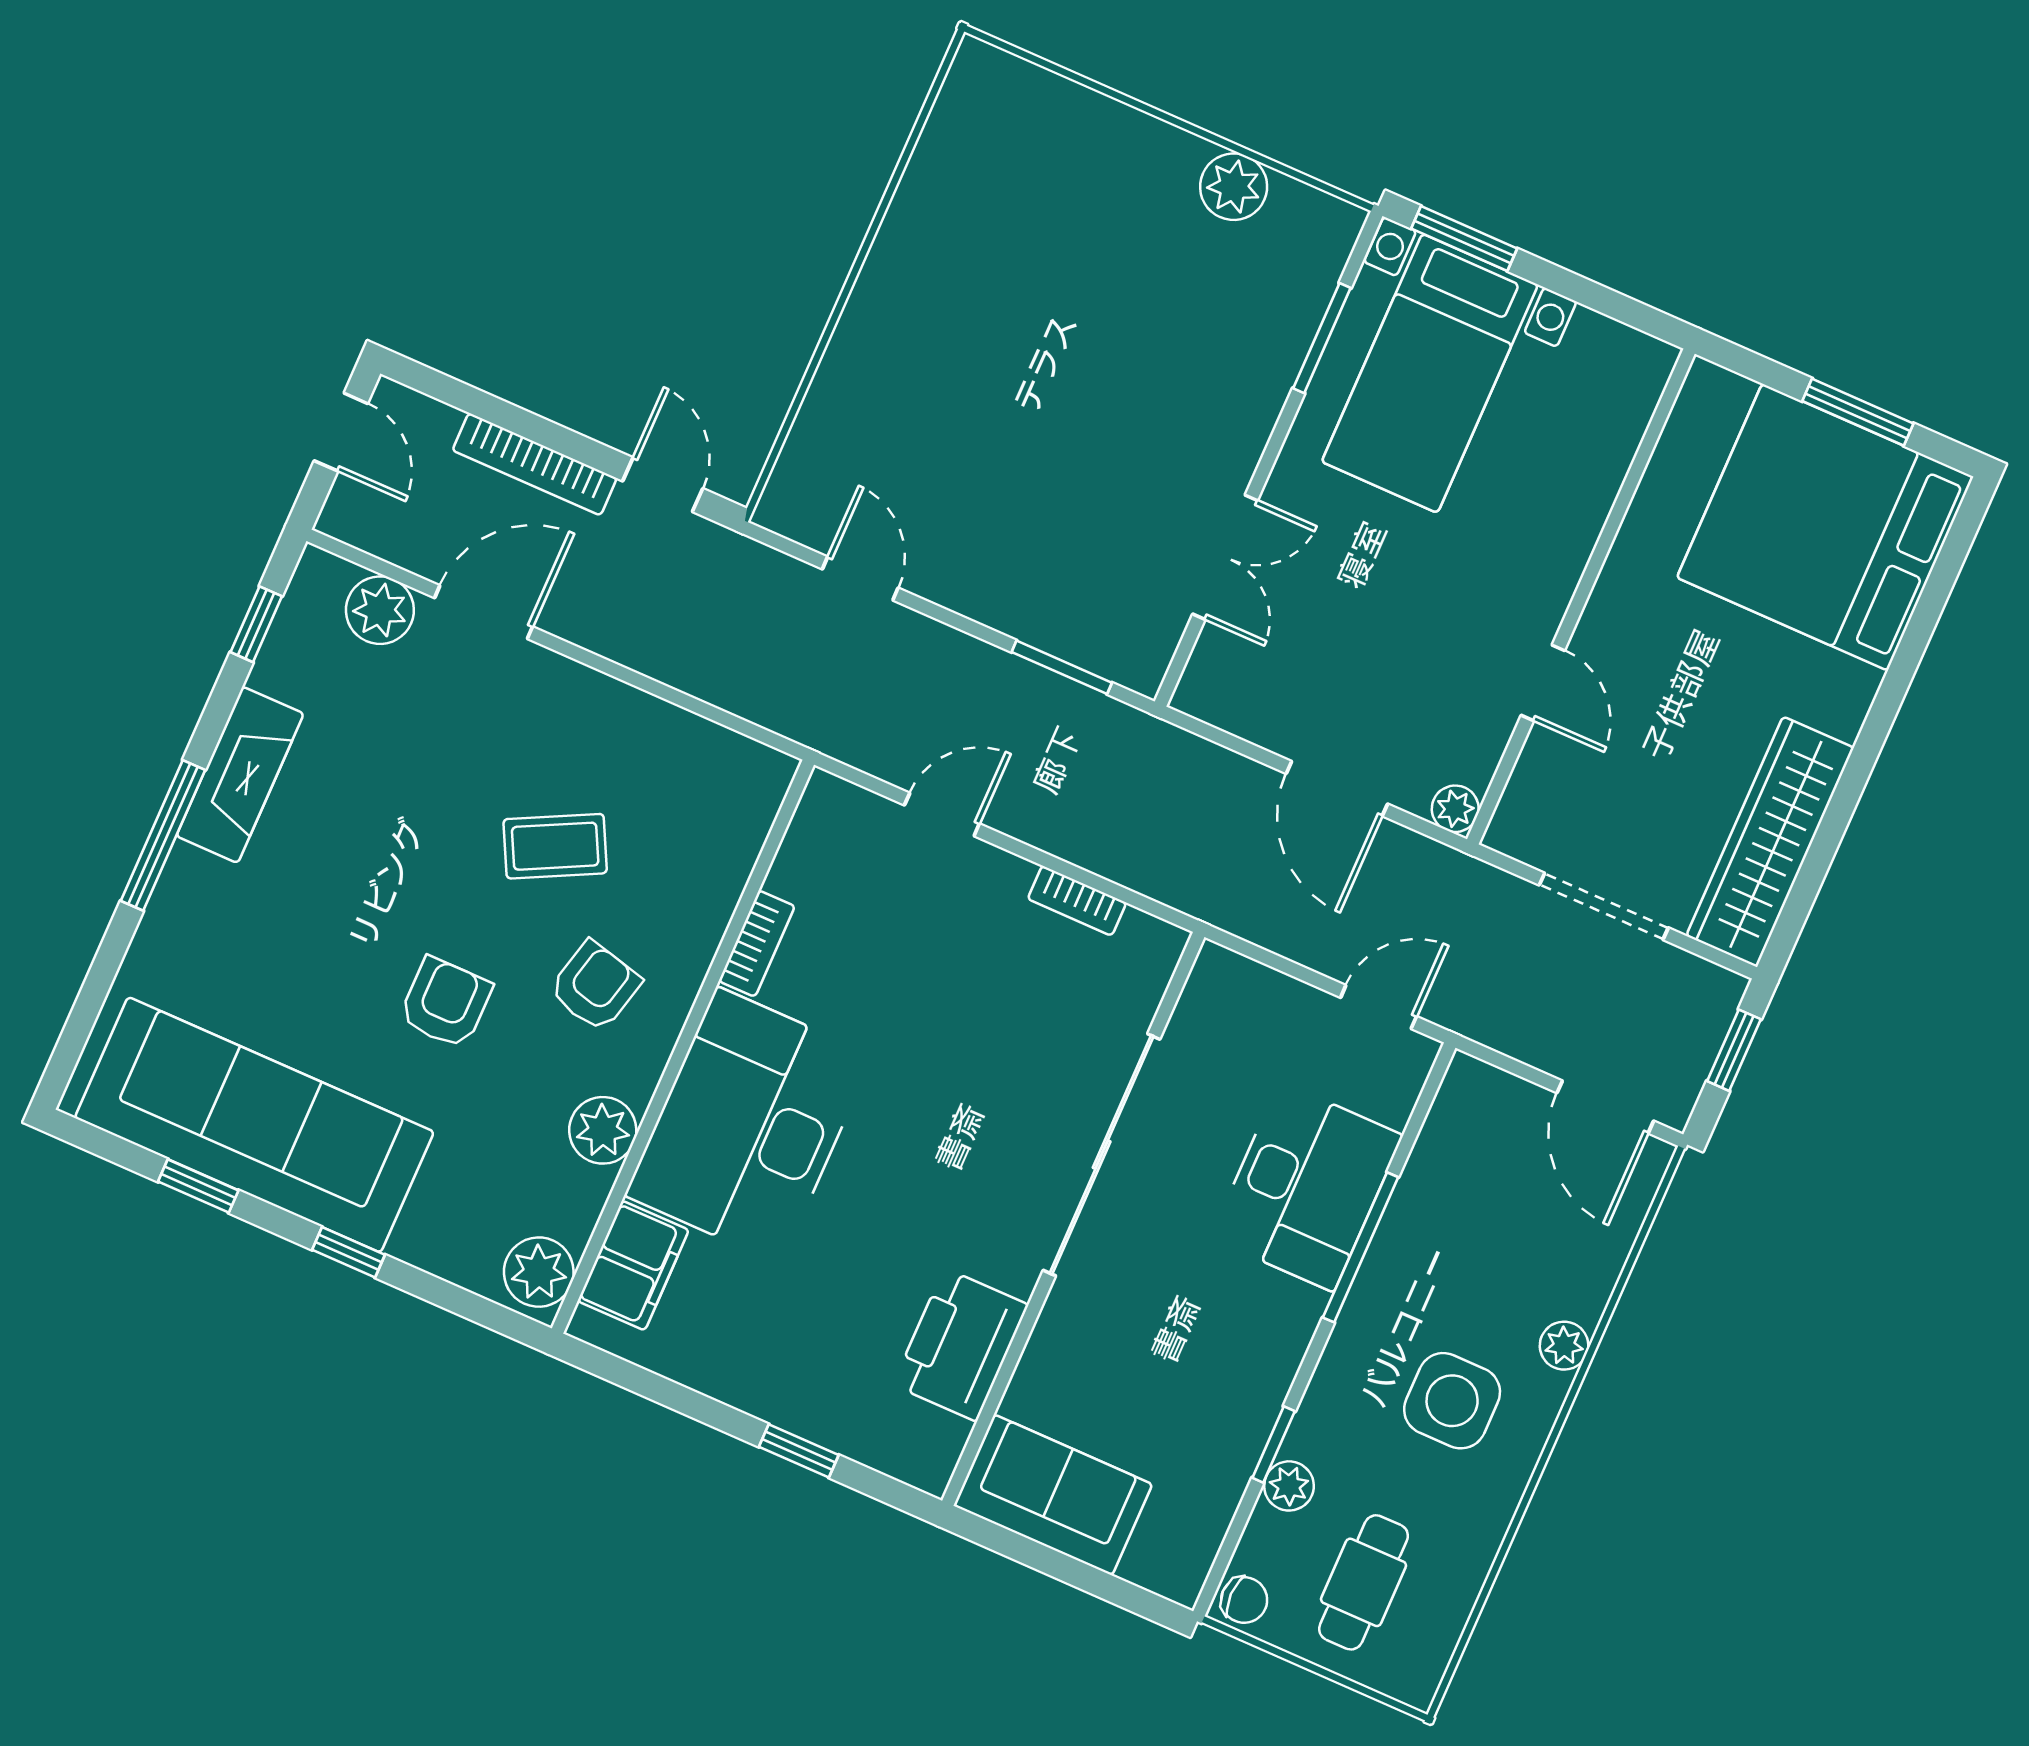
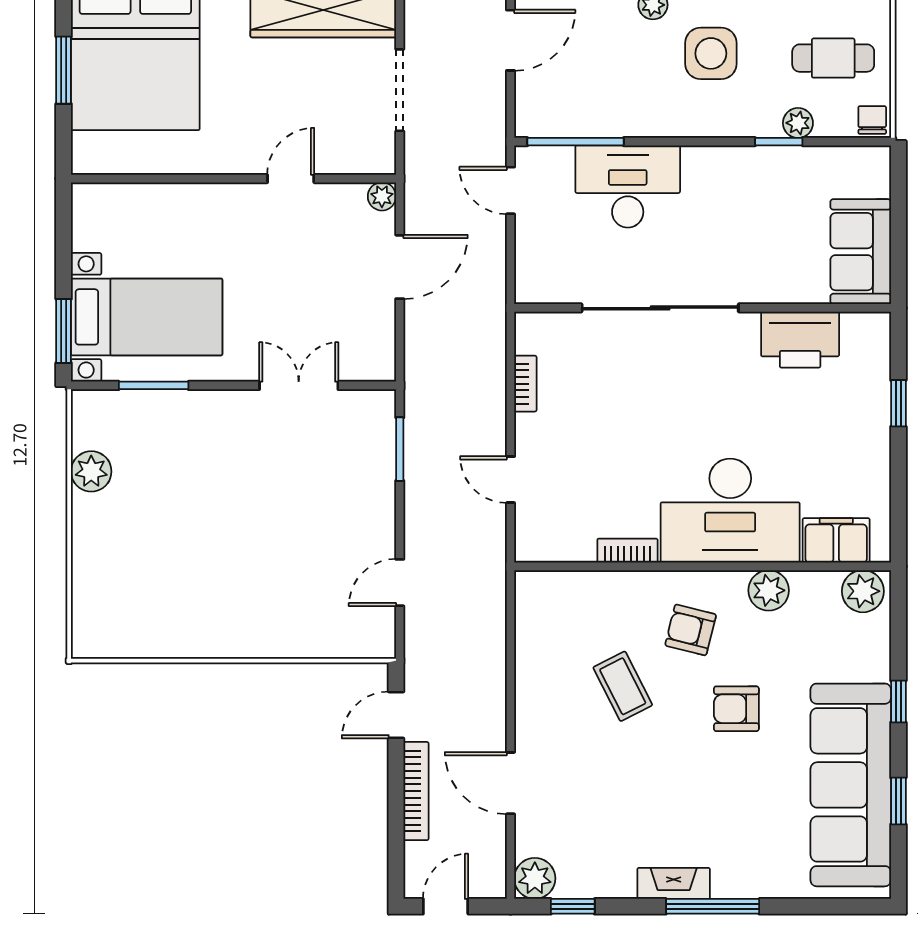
plant: (380, 610) -> (535, 878), moved
fireplace: (240, 775) -> (674, 883), width x0.73, depth x0.76
window: (1361, 1247) -> (576, 142), moved

